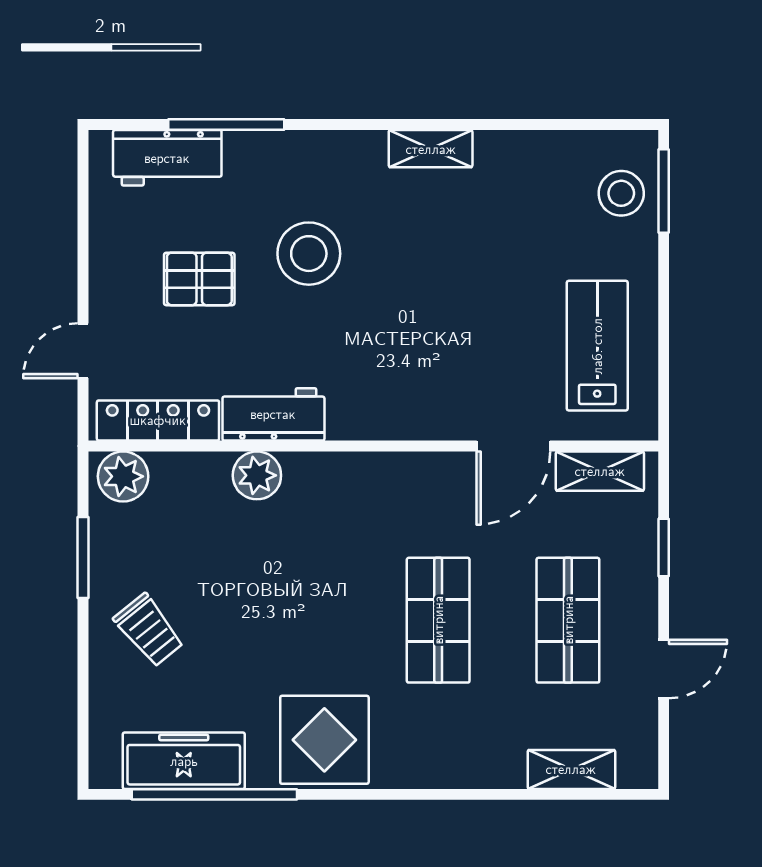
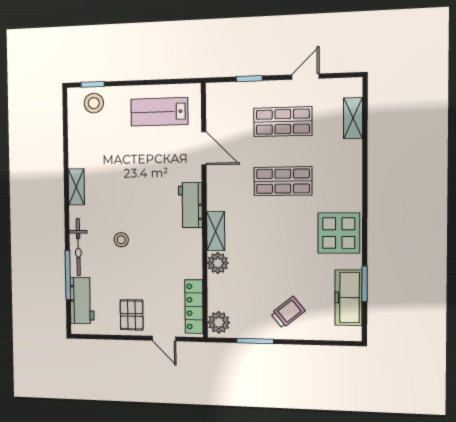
bicycle: (292, 151) -> (78, 247), added
window: (664, 191) -> (93, 84), width x0.67
stool: (309, 254) -> (121, 240), width x0.53, depth x0.53
pallet: (199, 279) -> (132, 315), moved
workbench: (273, 414) -> (190, 205), moved
shelving: (600, 471) -> (216, 231), moved
door: (664, 669) -> (305, 77), hinge flipped
window: (214, 794) -> (365, 284), width x0.47

